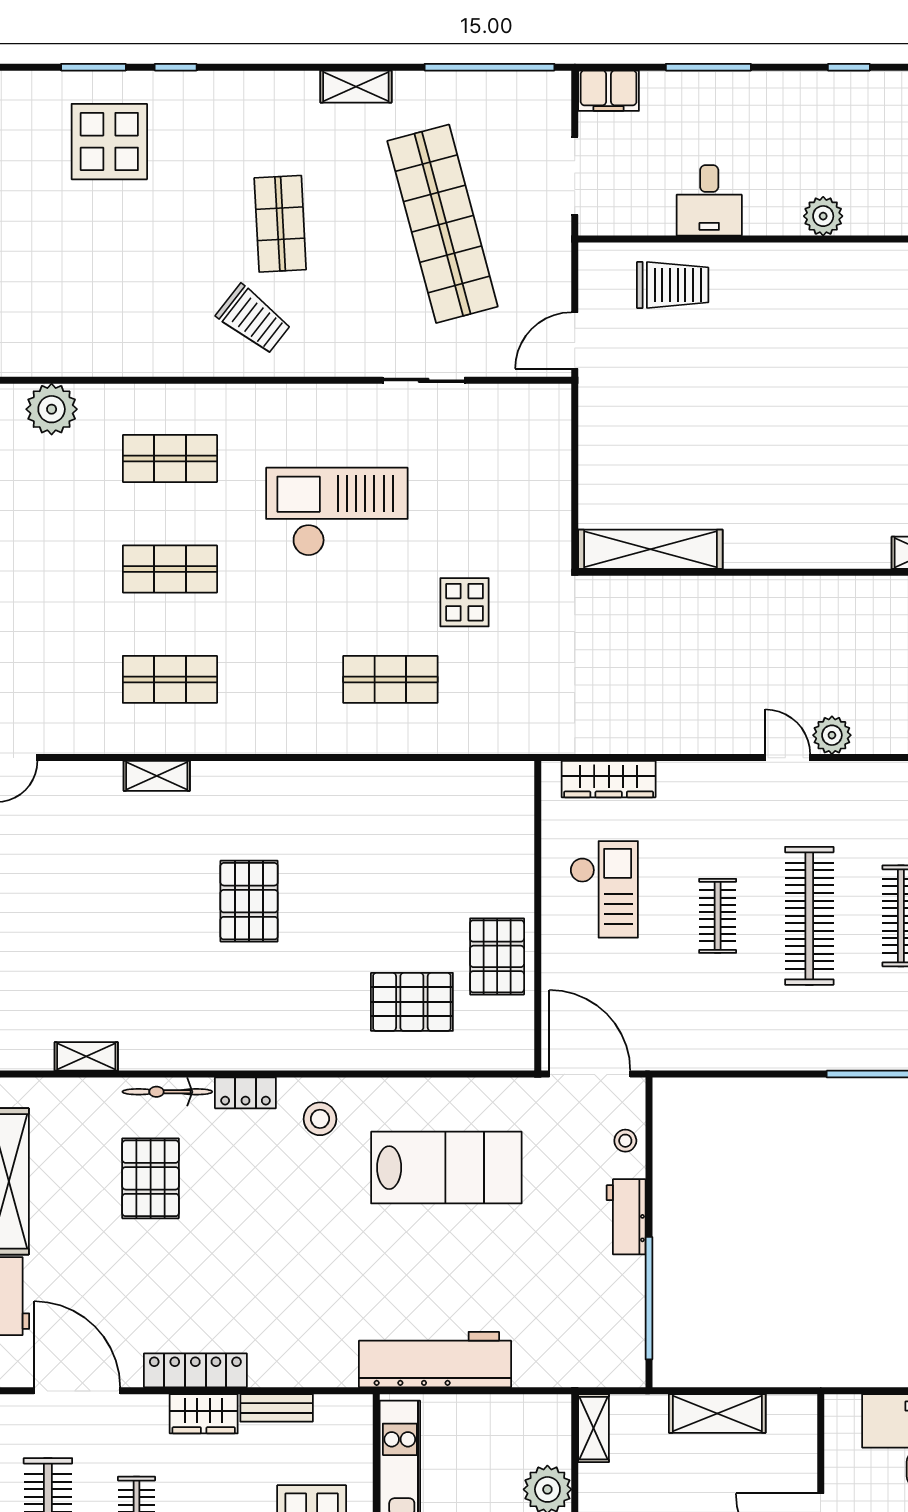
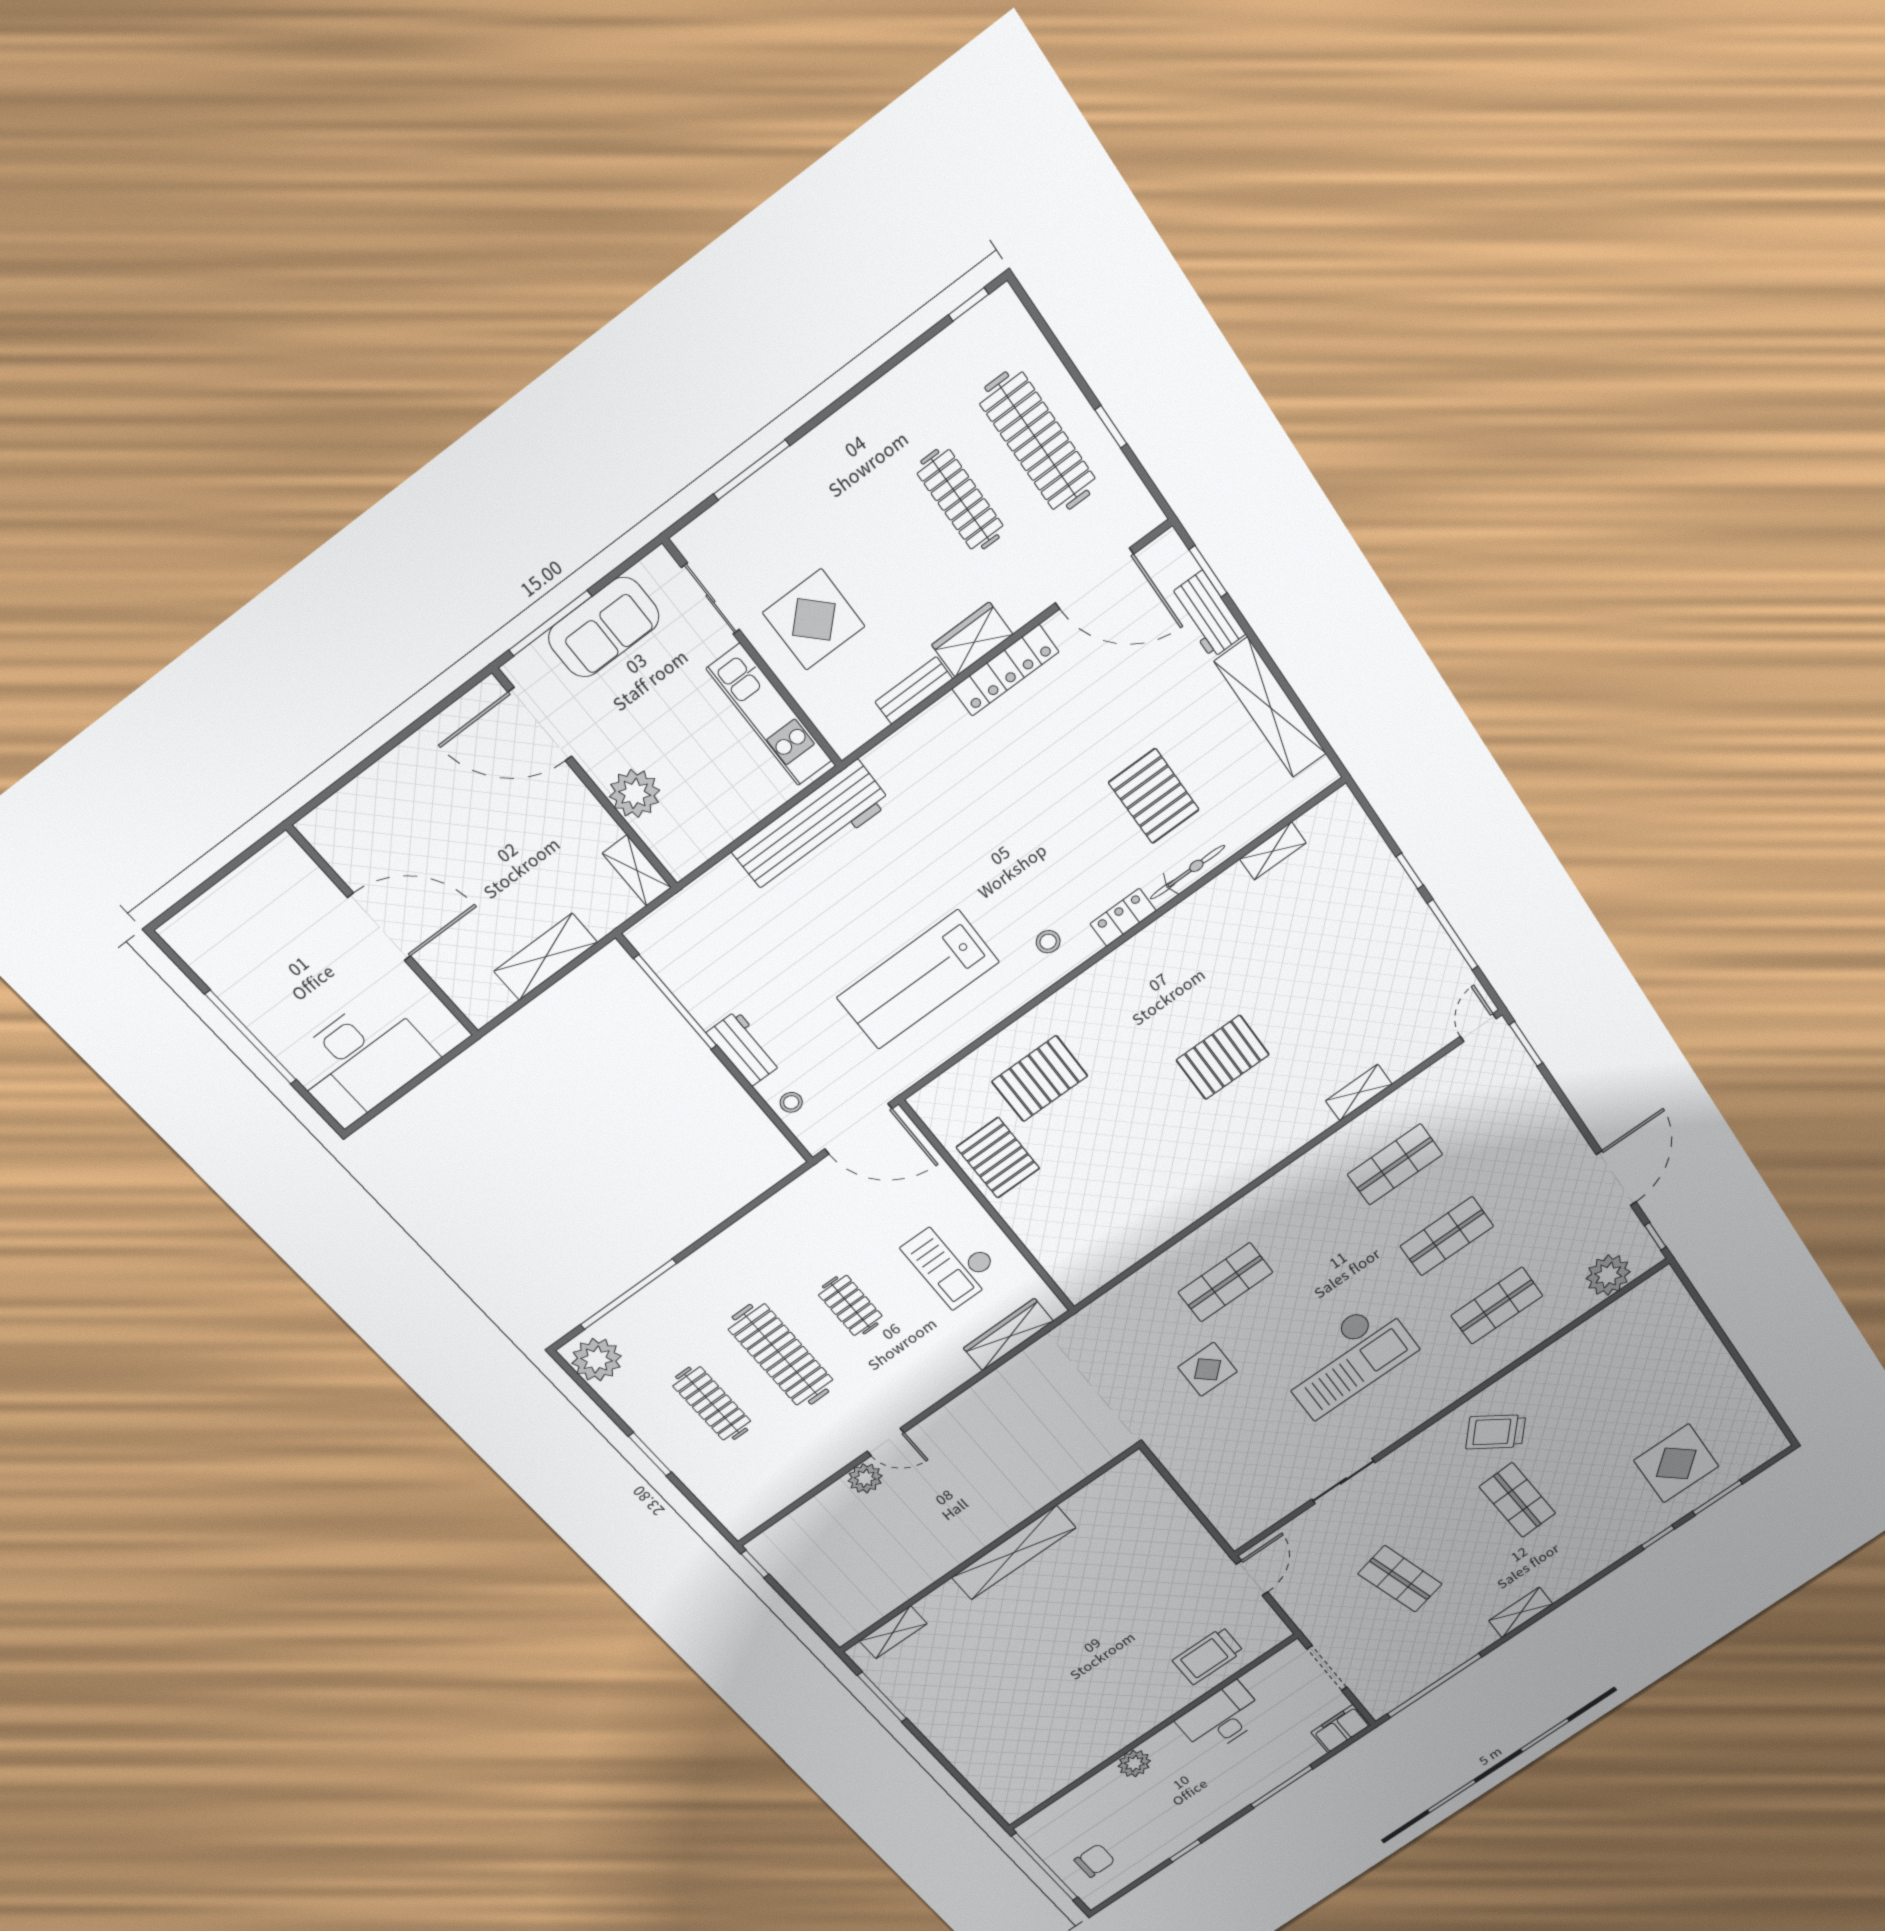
desk: (709, 200) -> (1221, 1718), width x1.37
shop shelf: (443, 224) -> (1400, 1579), width x0.50, depth x0.74
shelving: (650, 549) -> (1014, 1553), moved
pallet: (249, 901) -> (1223, 1057), turned 90
stool: (320, 1119) -> (1048, 942), width x0.73, depth x0.73

